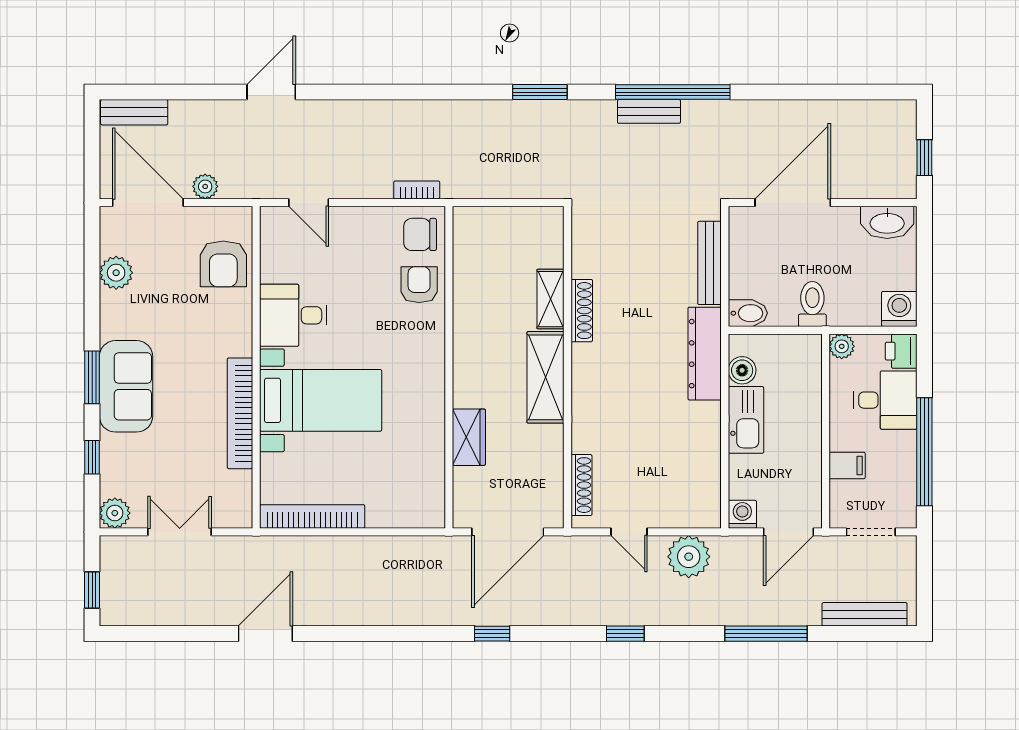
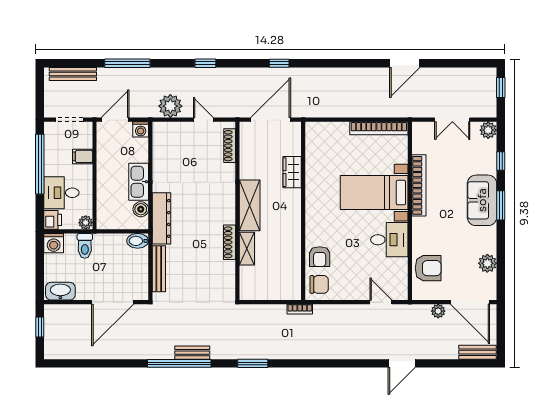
bookcase: (417, 190) -> (300, 309), moved
armchair: (223, 264) -> (428, 268), turned 90
toilet: (812, 304) -> (85, 246), moved

